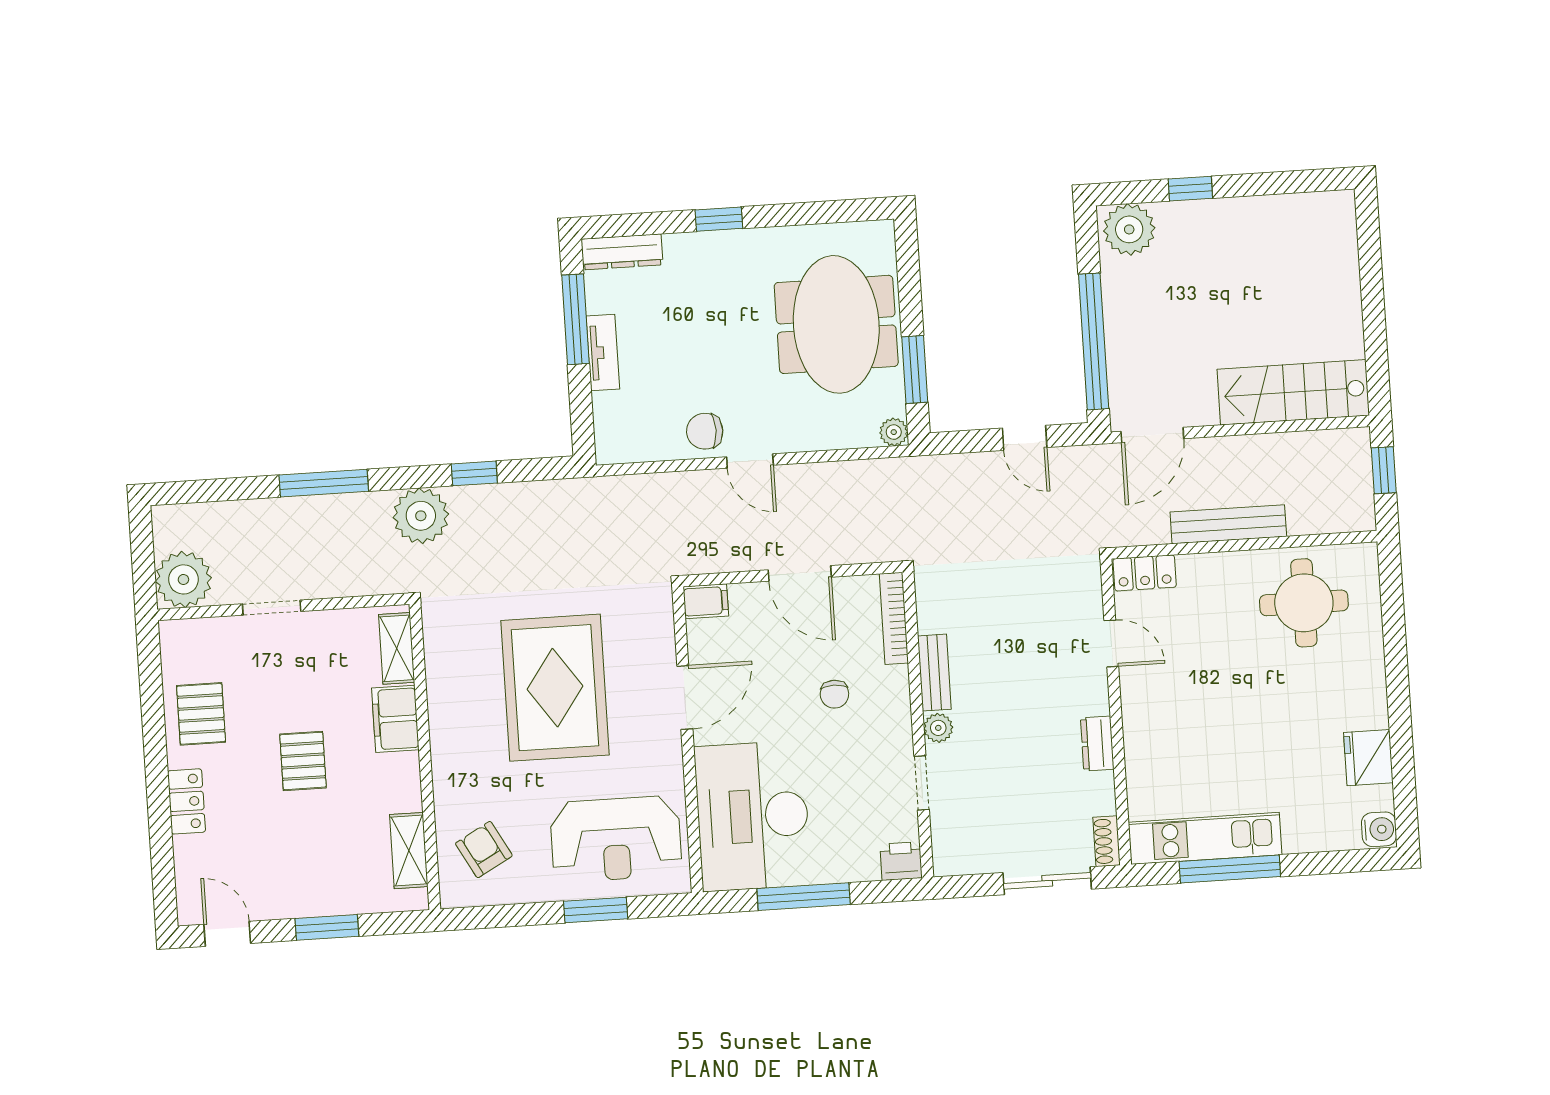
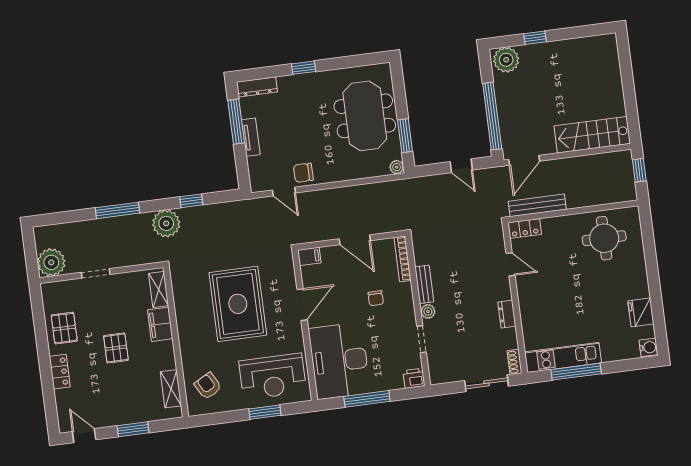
door: (750, 461) -> (284, 191), moved
bench: (1228, 524) -> (537, 205), moved

